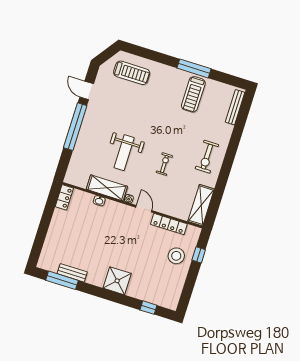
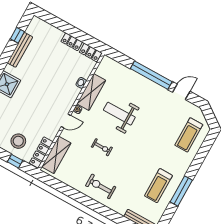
treadmill: (193, 94) -> (158, 186), turned -90
shelving: (201, 205) -> (56, 155), moved, turned 90
locker: (57, 220) -> (72, 42), added
locker: (169, 224) -> (41, 152), moved
bench: (72, 273) -> (20, 50), width x1.36
window: (62, 280) -> (17, 35), width x0.46

